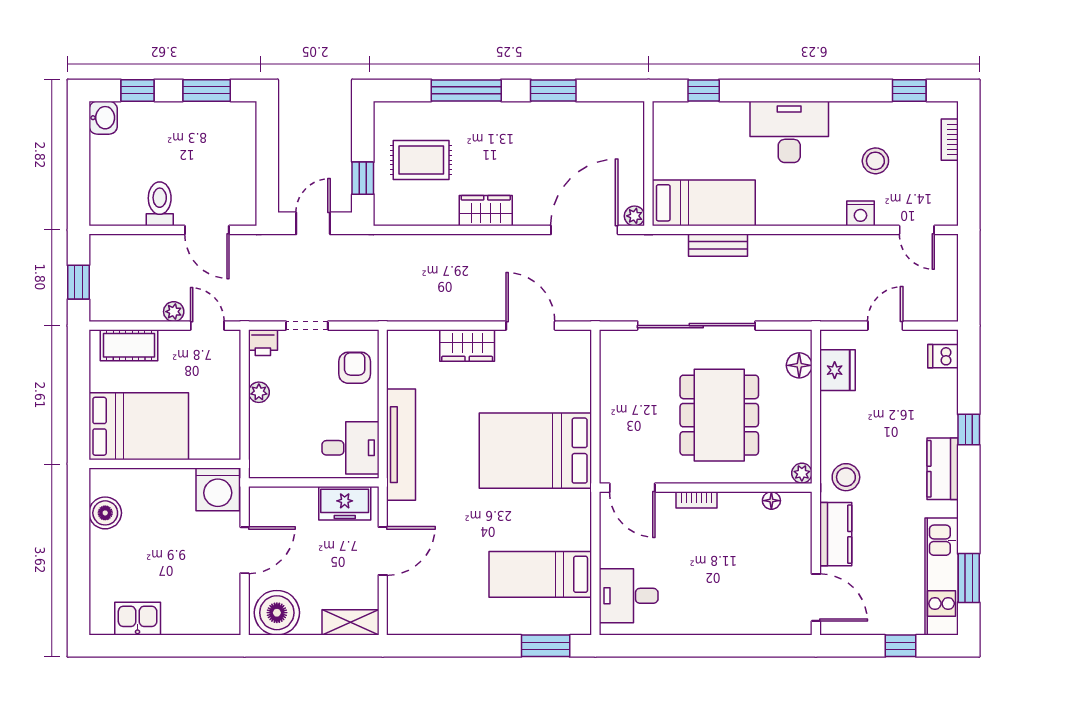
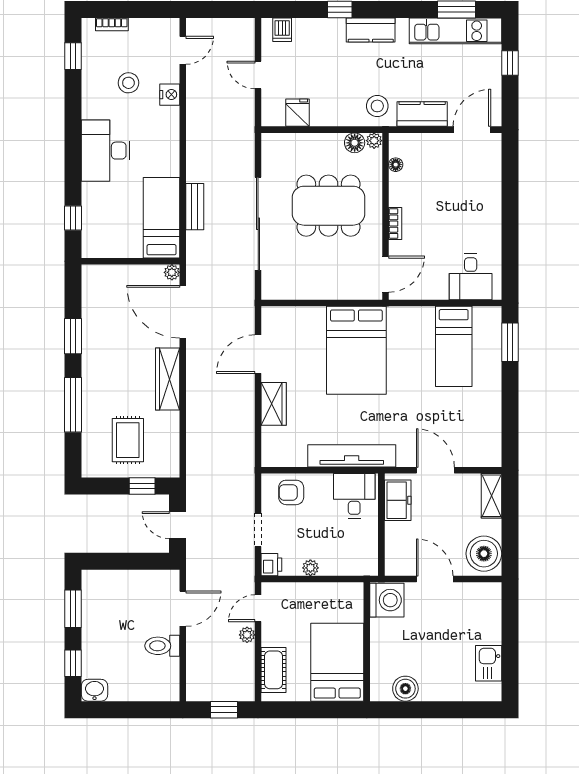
wardrobe: (486, 211) -> (168, 379), width x1.50
floor lamp: (799, 365) -> (355, 143), moved
fridge: (837, 370) -> (298, 113), width x0.72

